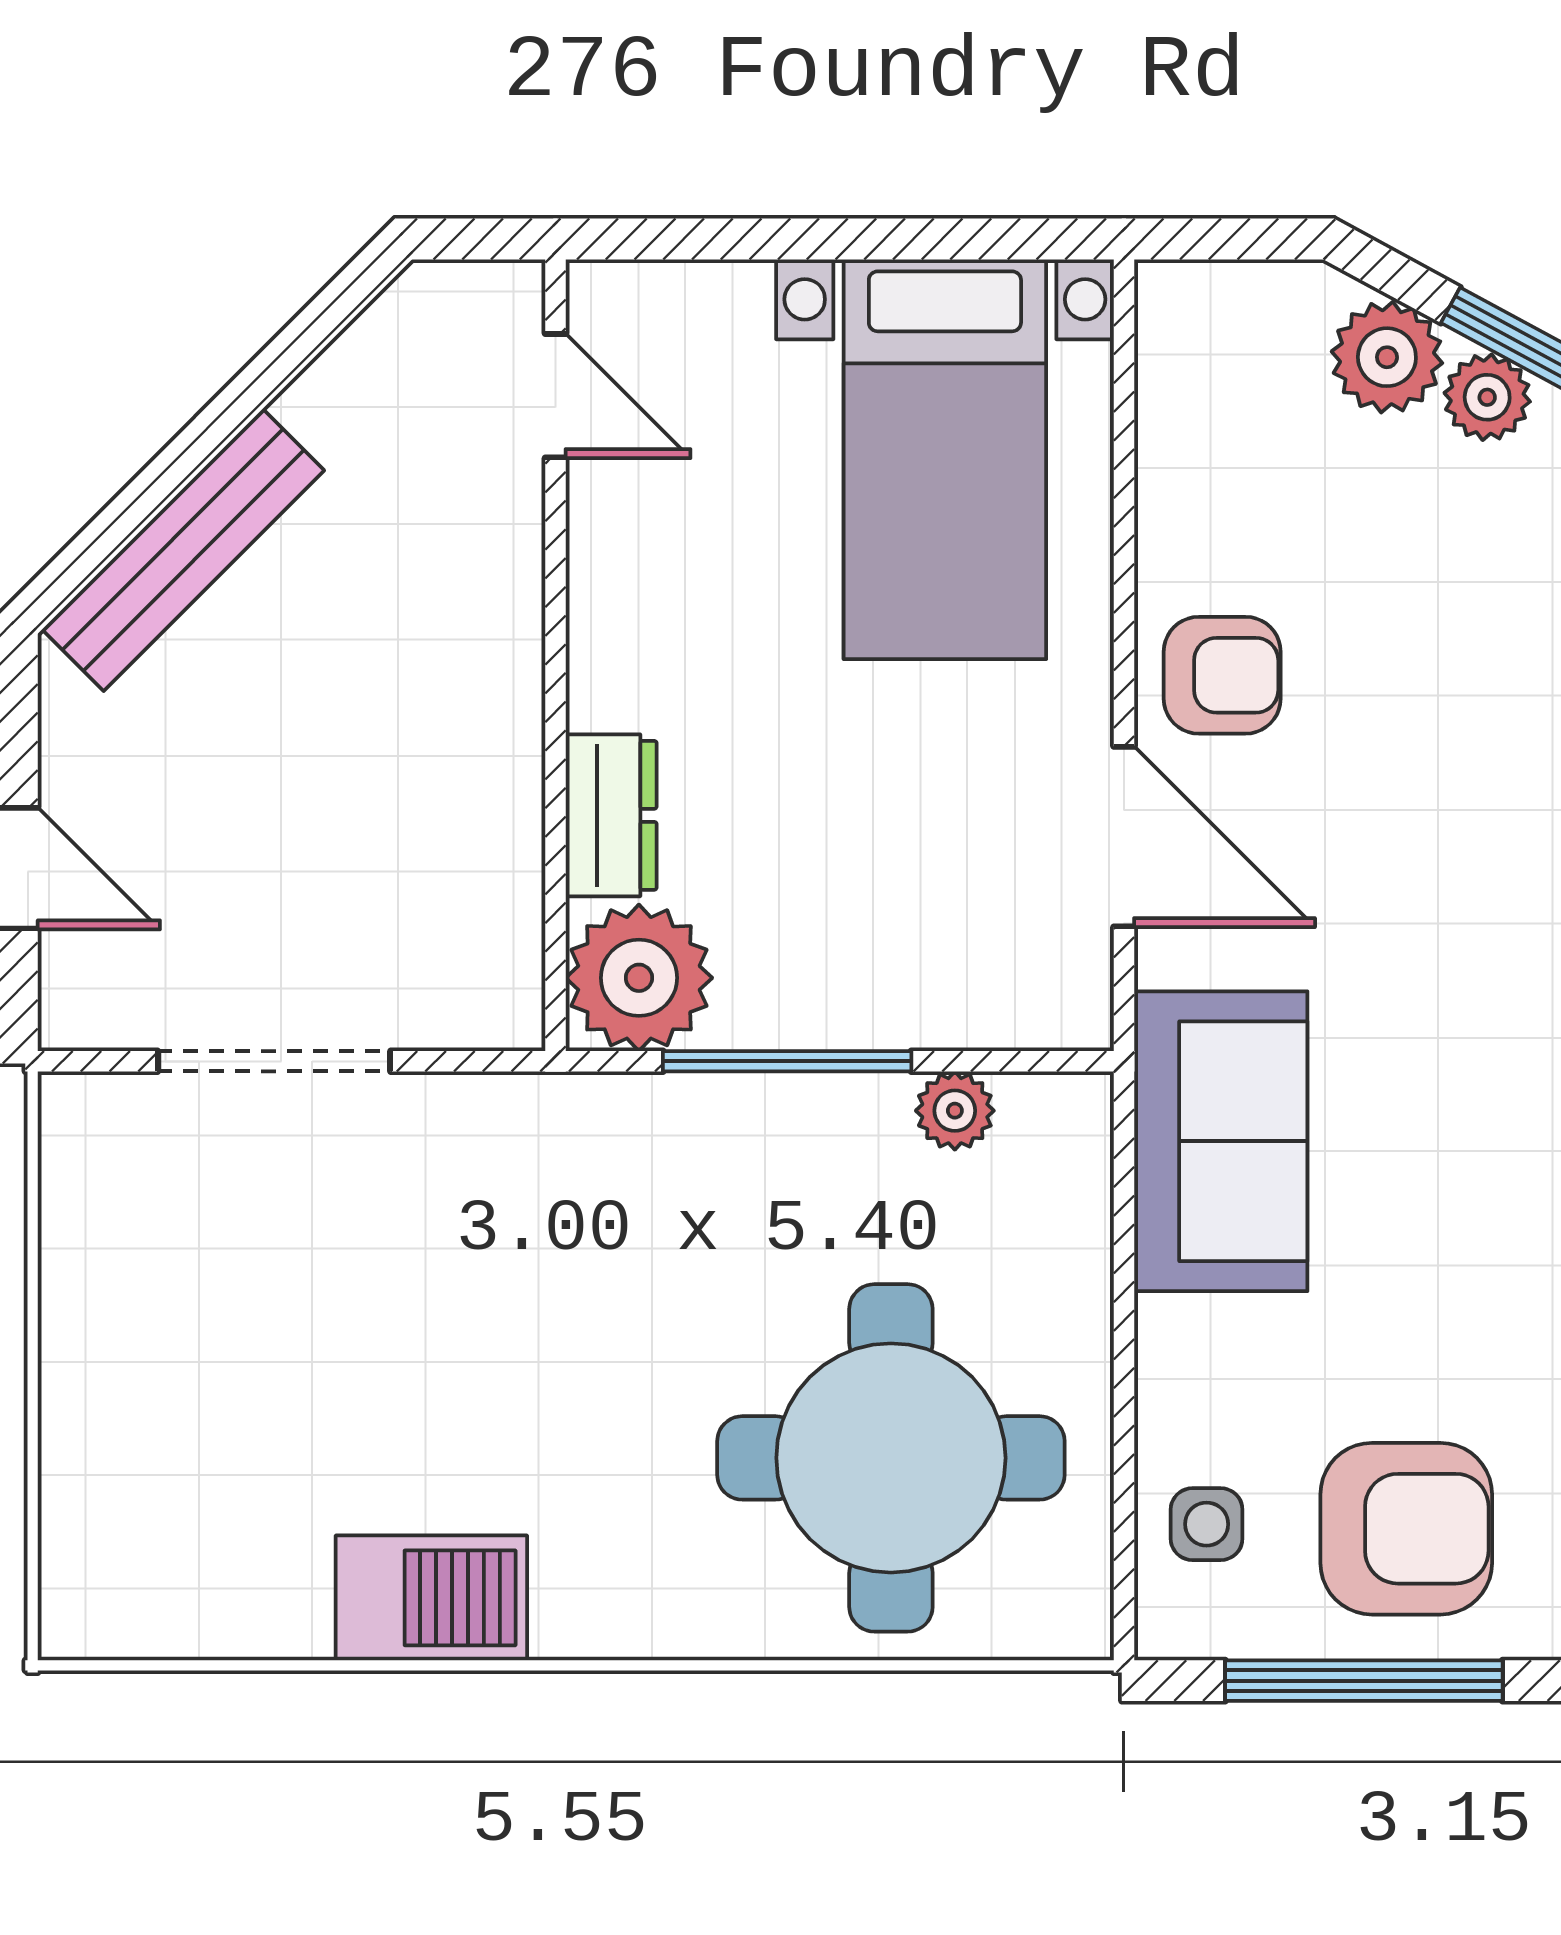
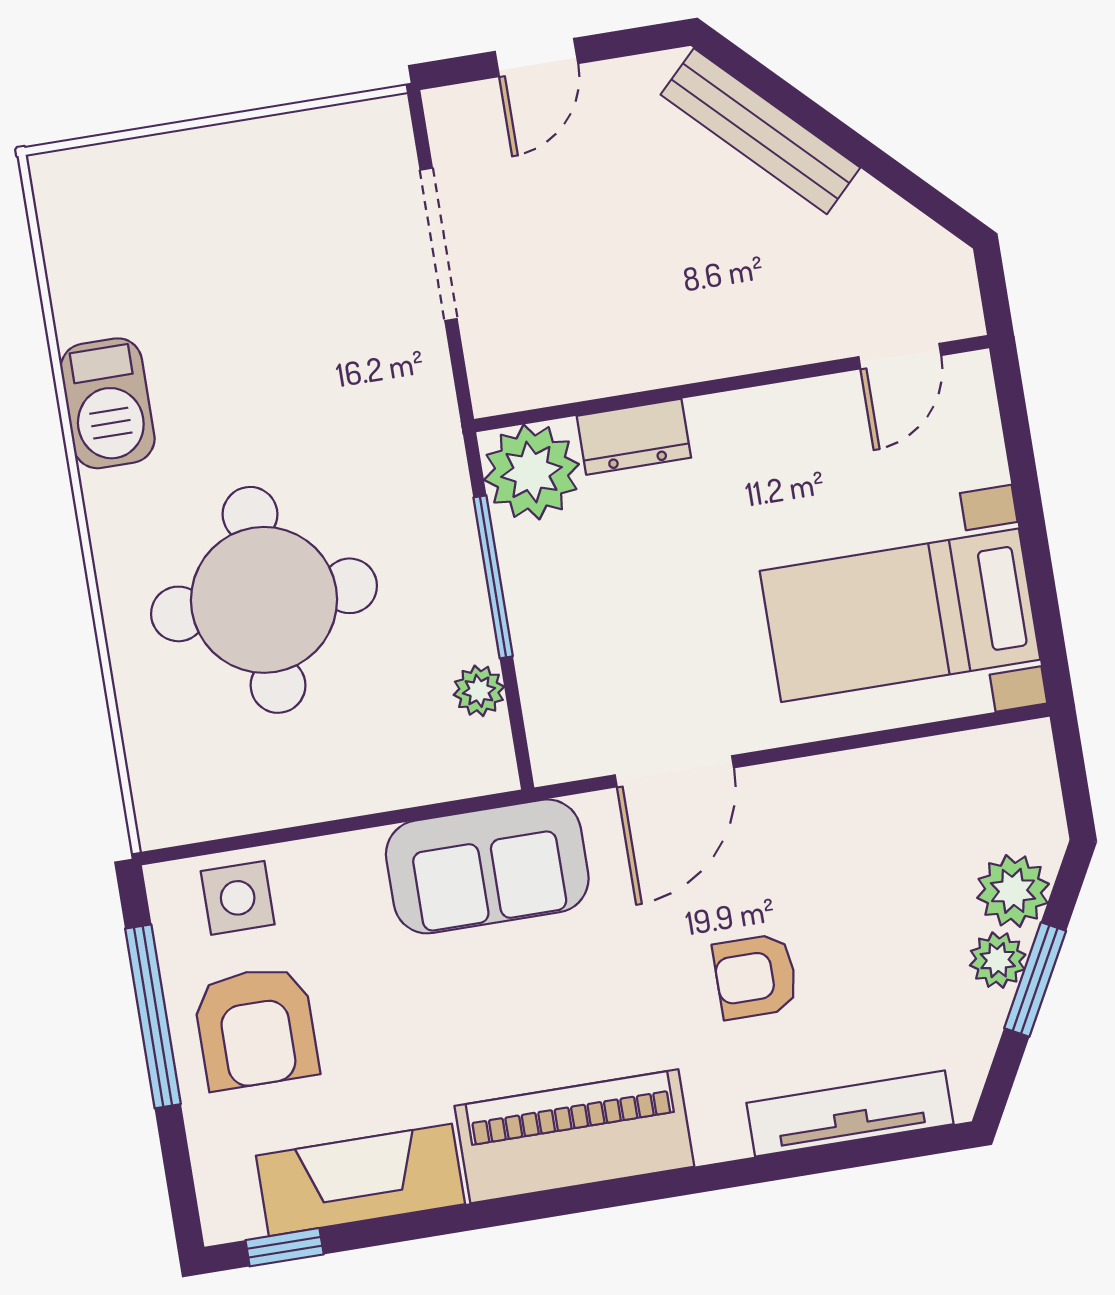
armchair: (1222, 675) -> (756, 976), moved, turned 90
round table: (891, 1458) -> (264, 600), moved
side table: (1207, 1524) -> (238, 898), width x1.37, depth x1.37

